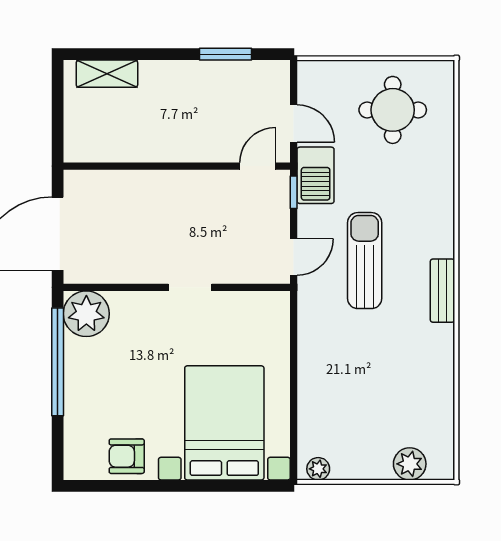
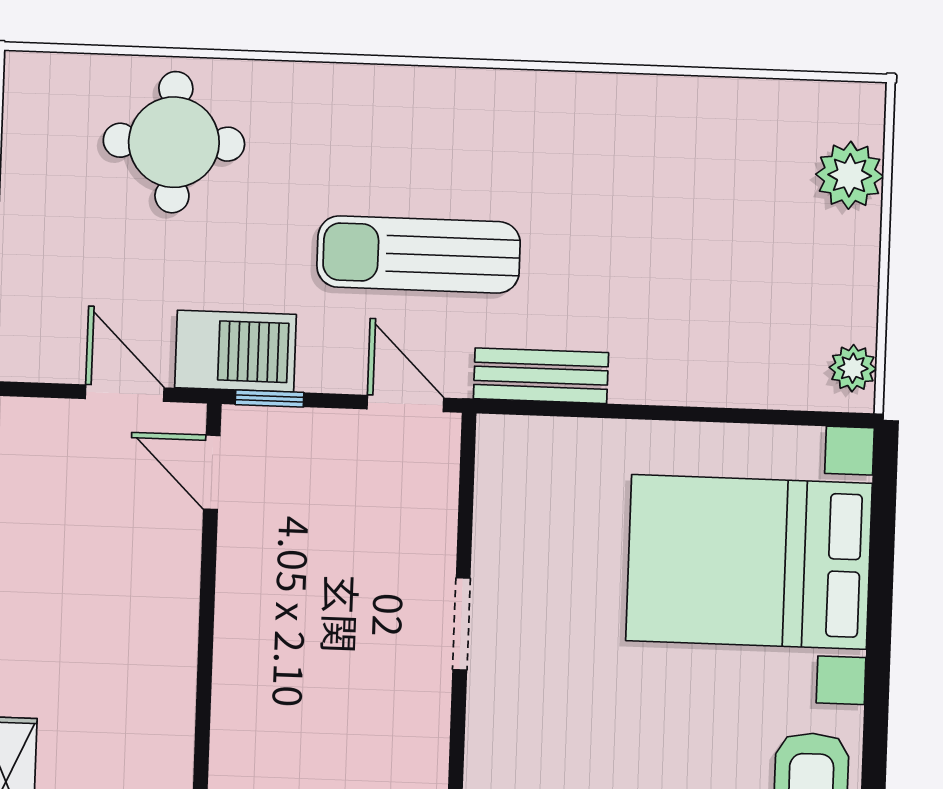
round table: (393, 110) -> (174, 142), moved
door: (294, 123) -> (125, 393), hinge flipped
bench: (442, 291) -> (541, 376), moved

